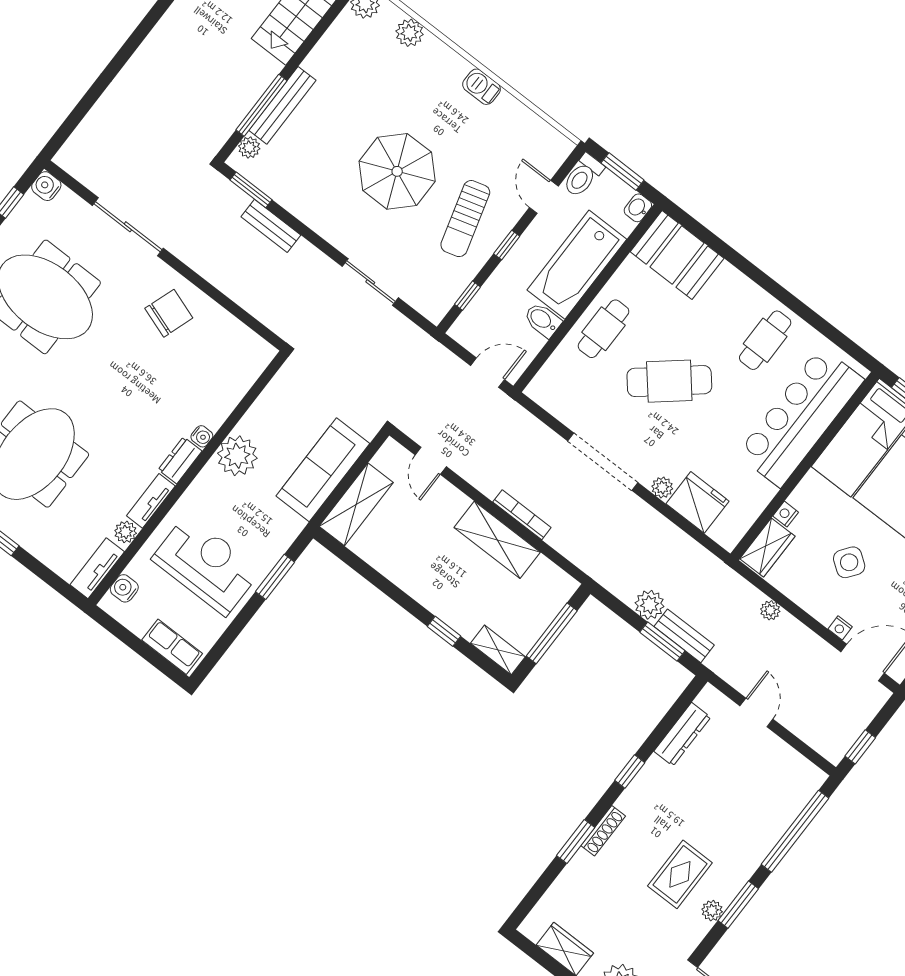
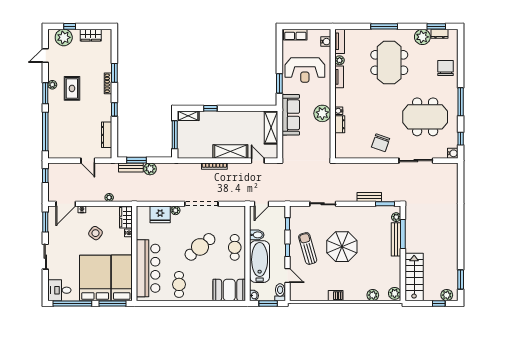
dresser: (180, 460) -> (340, 124), moved
sofa: (323, 470) -> (291, 115), moved
shelving: (497, 540) -> (230, 152), moved

